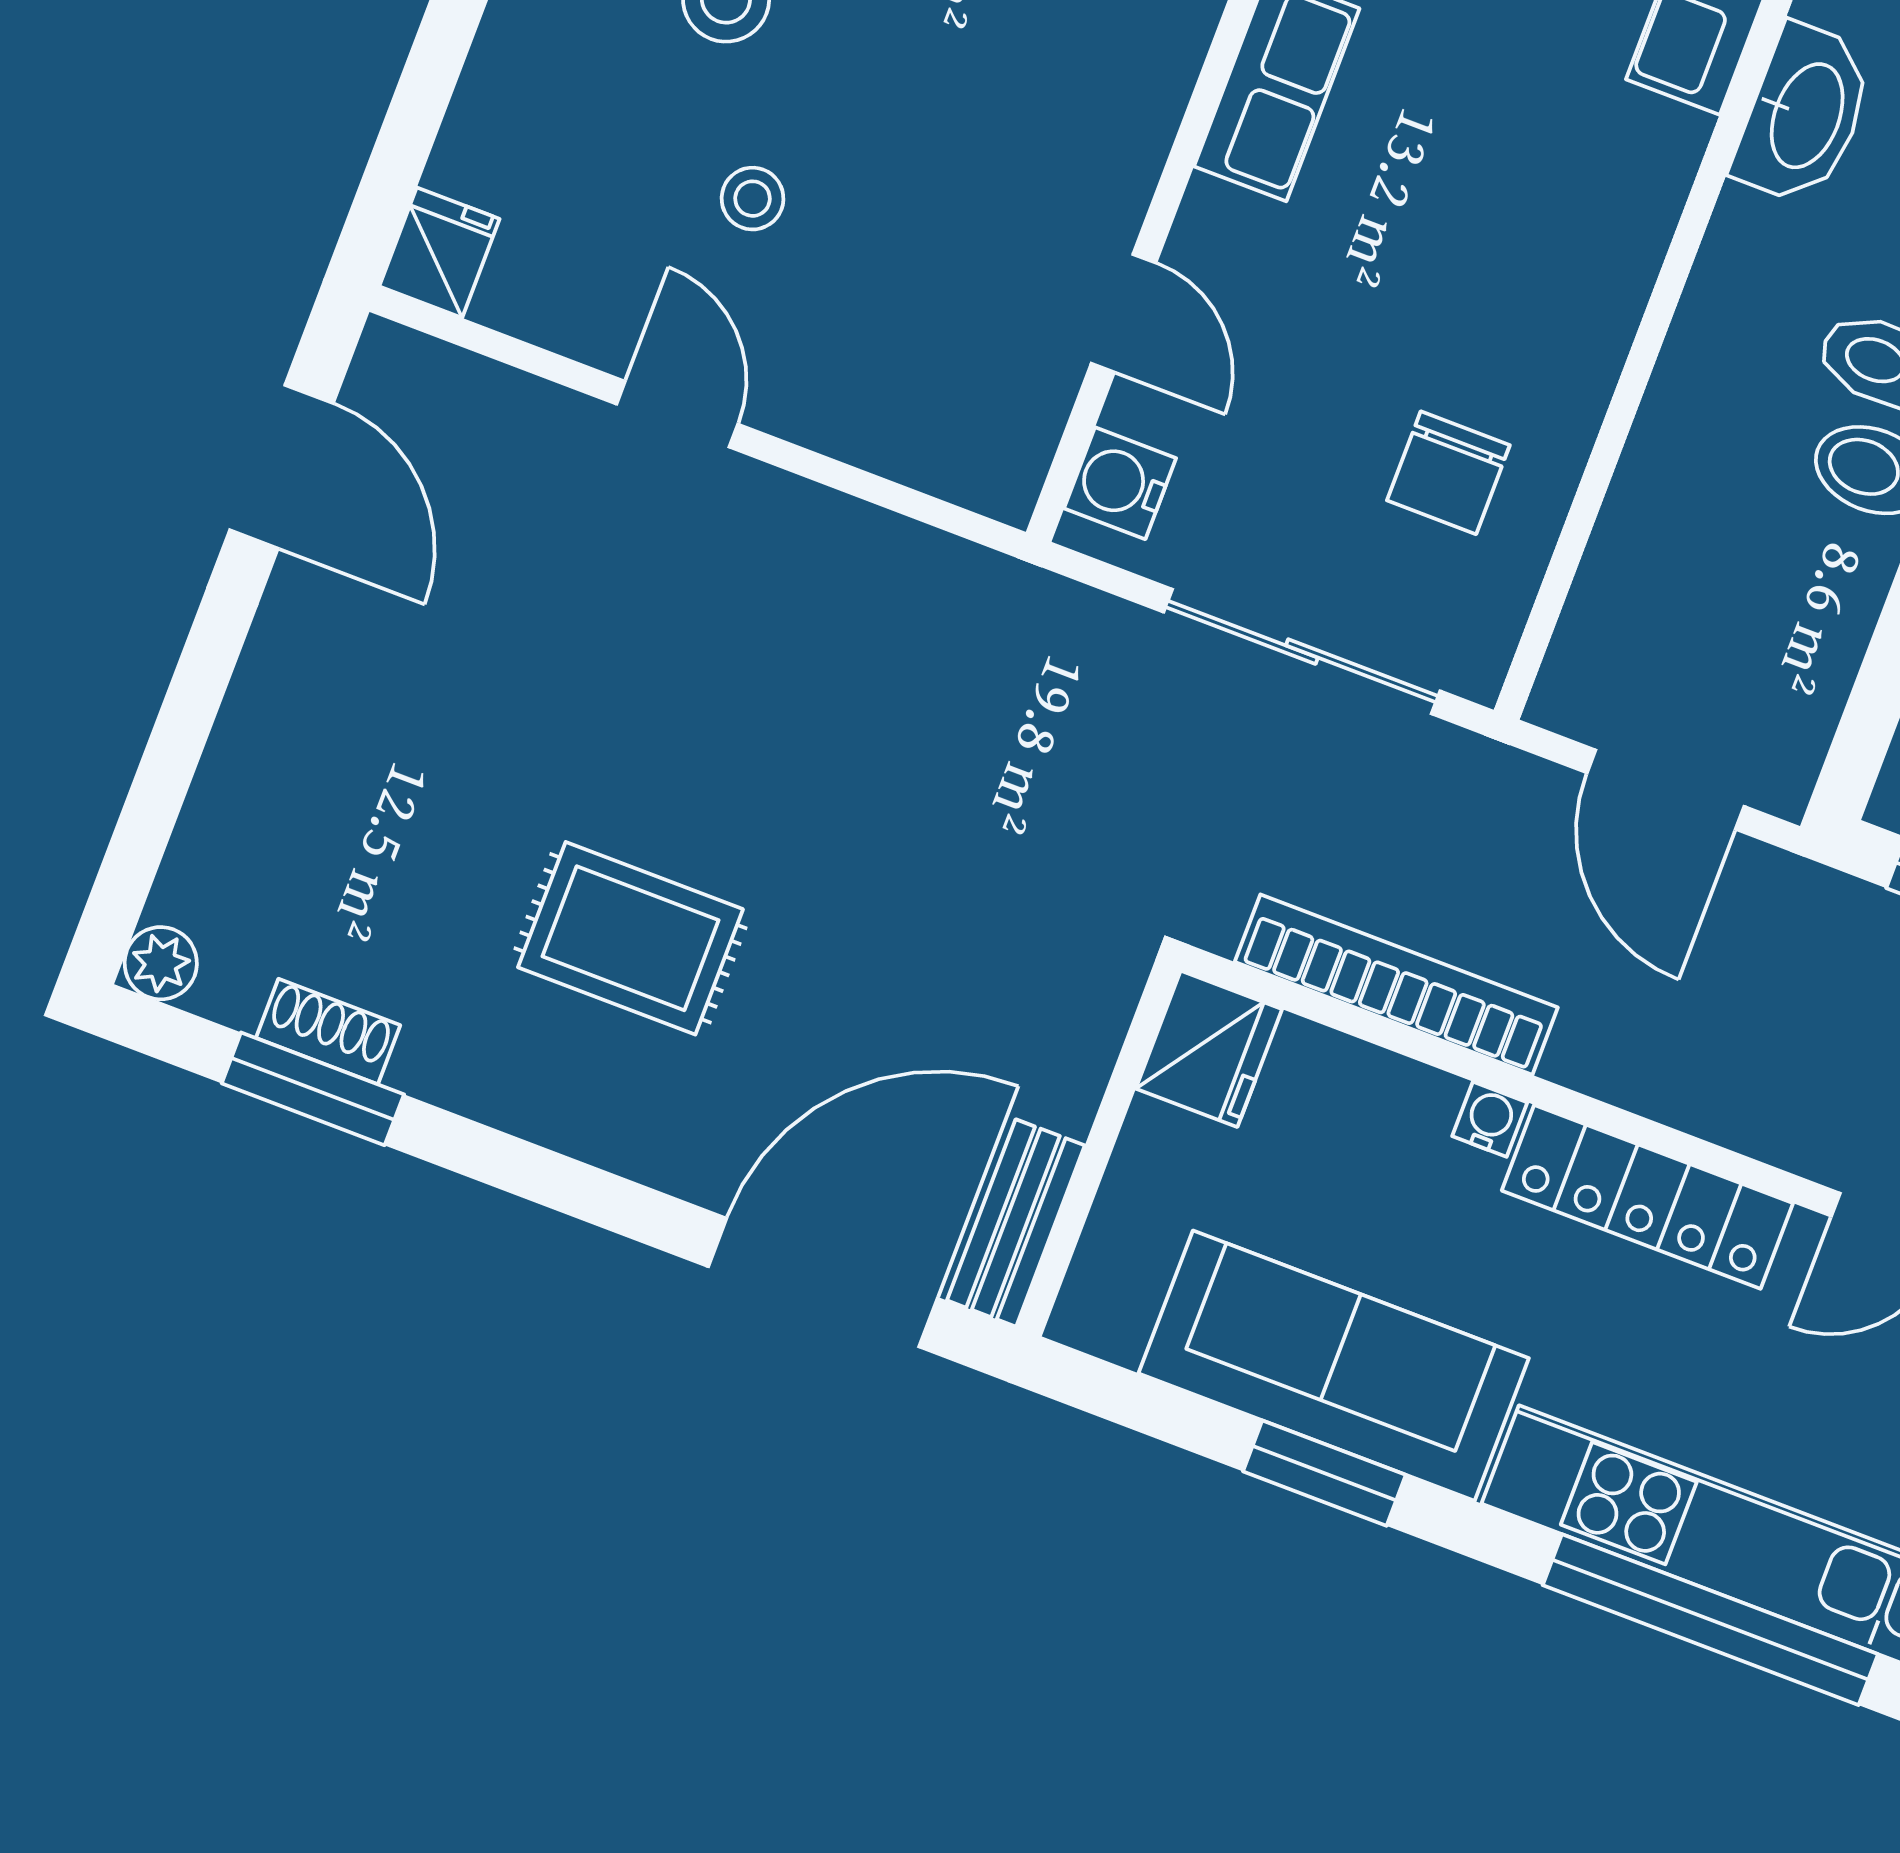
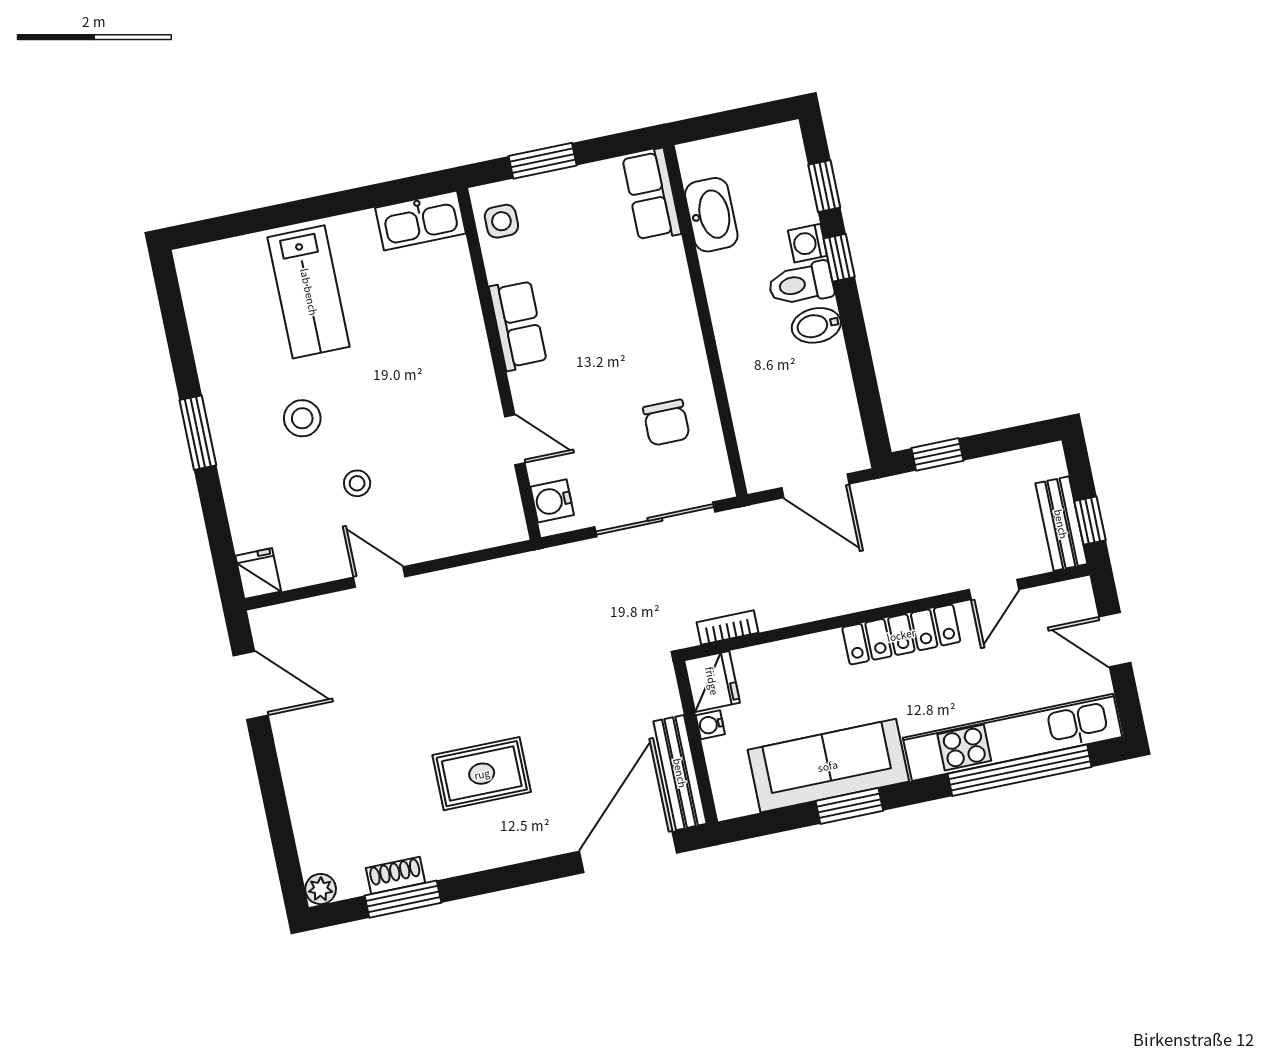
bookcase: (1396, 985) -> (727, 628), width x0.43, depth x0.76
water cooler: (1490, 1119) -> (710, 725), moved, turned -90
bench: (1016, 1223) -> (680, 773), width x1.36

